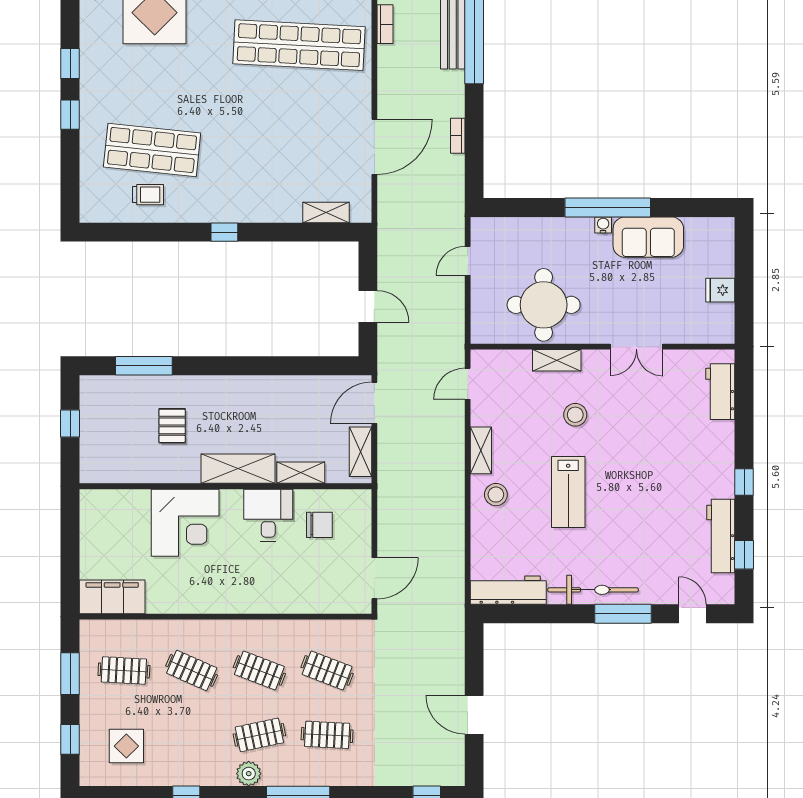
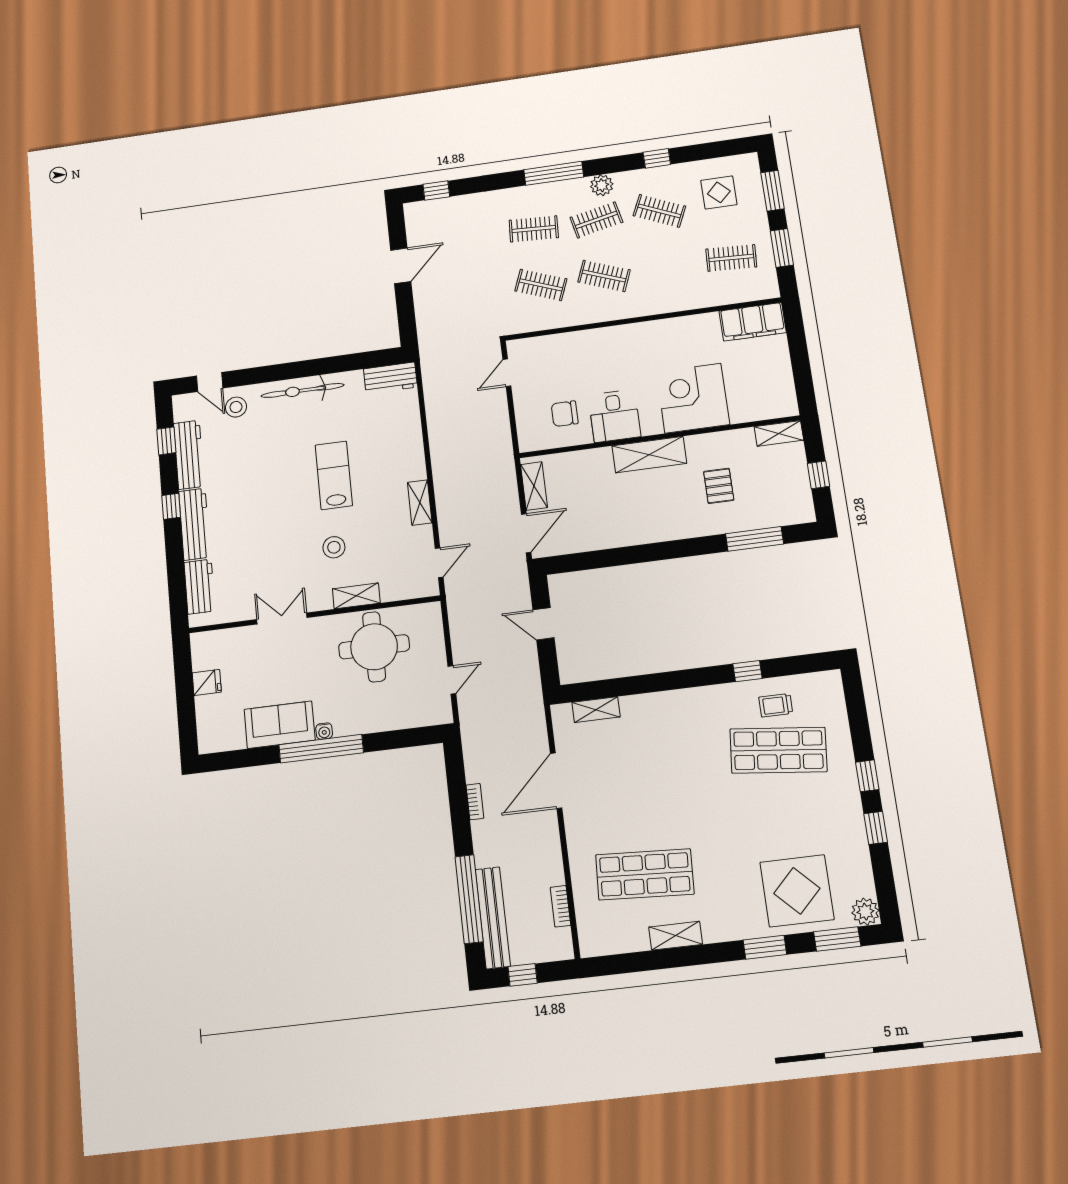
shop shelf: (299, 45) -> (645, 874), width x0.71
window: (224, 232) -> (747, 671), moved
workbench: (721, 459) -> (194, 524), added
shelving: (301, 473) -> (779, 433), moved
stool: (496, 495) -> (236, 407), moved
door: (374, 578) -> (507, 373), width x0.73
workbench: (508, 590) -> (390, 378), width x0.73
window: (623, 614) -> (273, 373), removed
clothes rail: (192, 670) -> (659, 211), moved
door: (474, 715) -> (401, 266), hinge flipped
window: (70, 739) -> (773, 191), width x1.50

